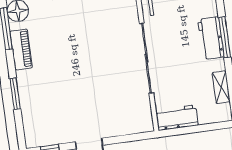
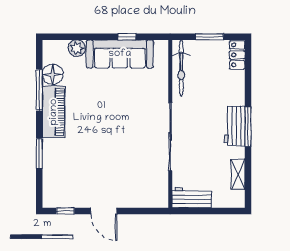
piano: (21, 50) -> (54, 112), width x1.37, depth x1.33

